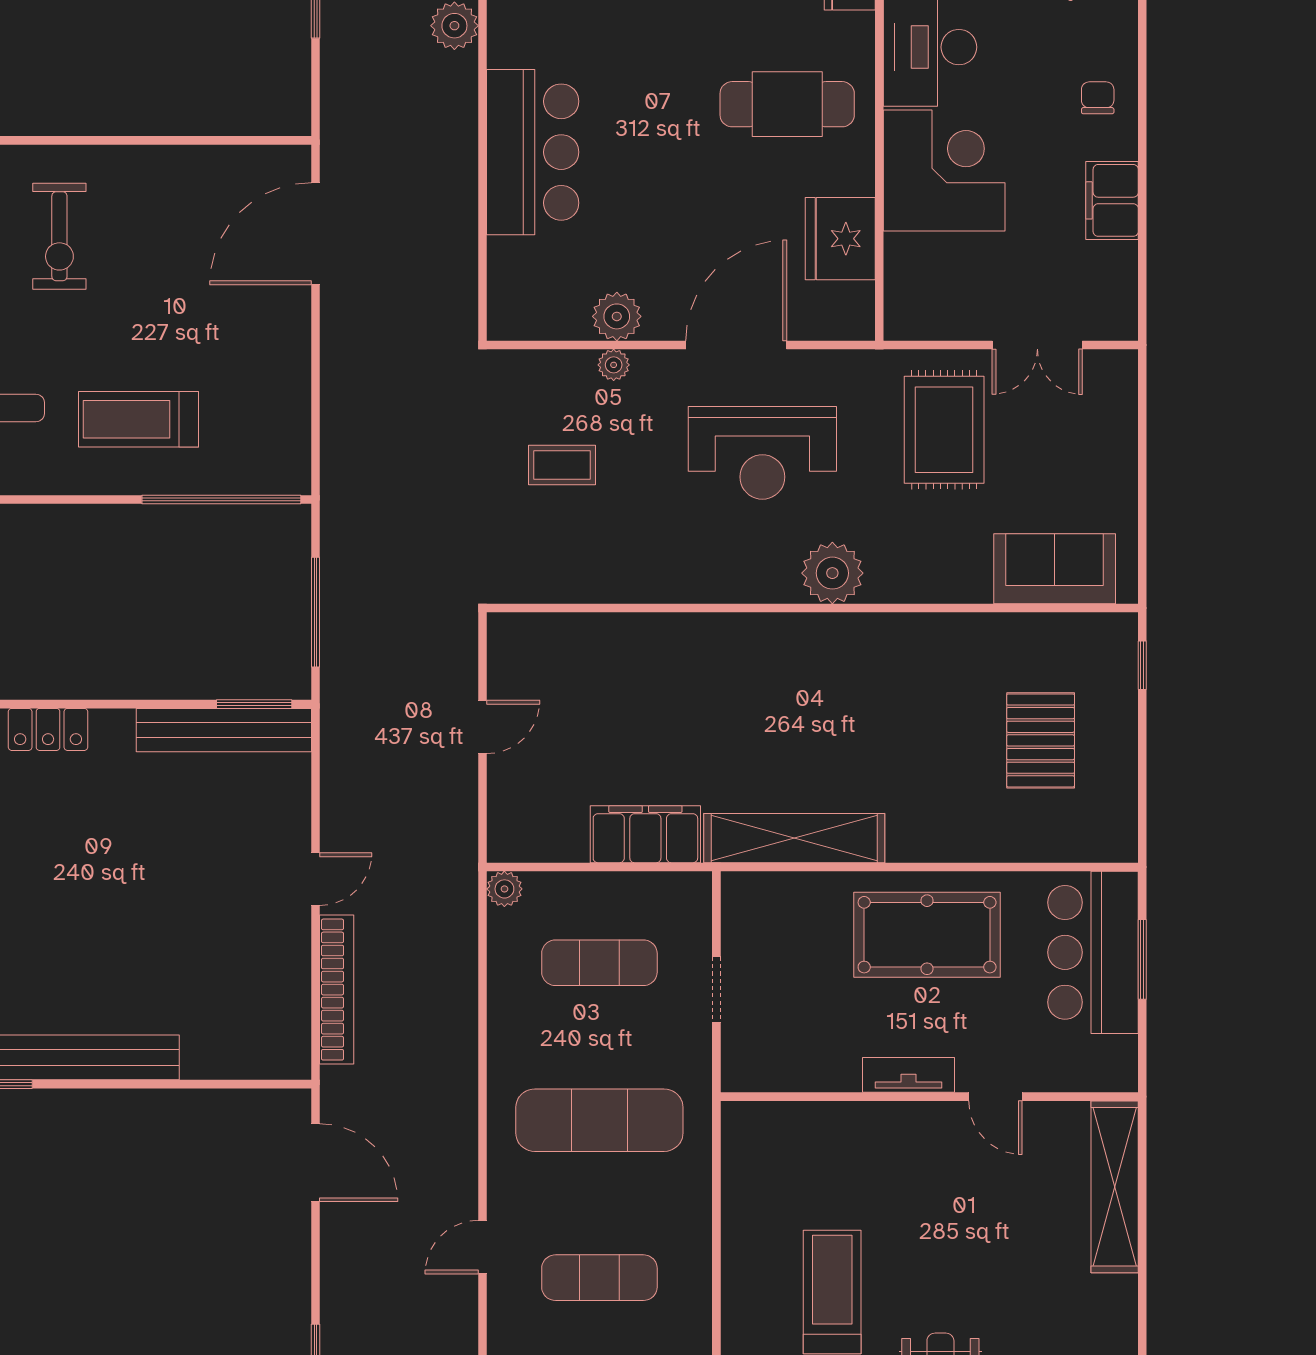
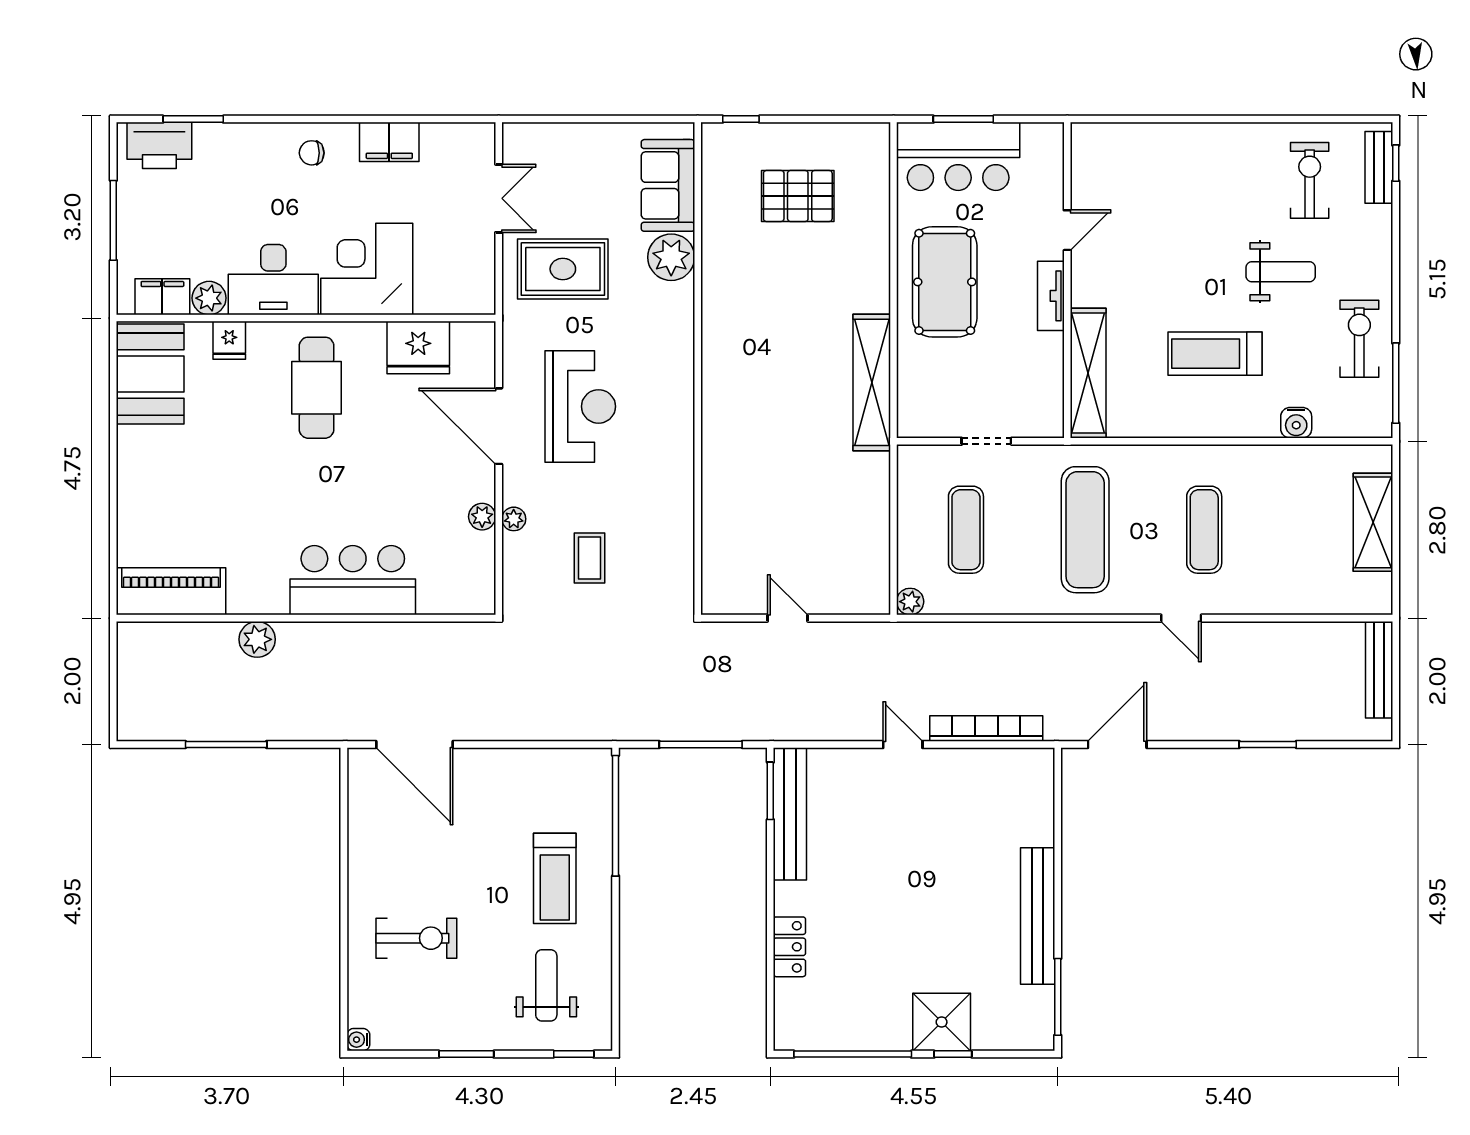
plant: (617, 316) -> (482, 517), width x0.73, depth x0.73
plant: (832, 573) -> (671, 257), moved
filing cabinet: (645, 834) -> (869, 495), removed
shelving: (1115, 1187) -> (1088, 373), moved, turned 90

